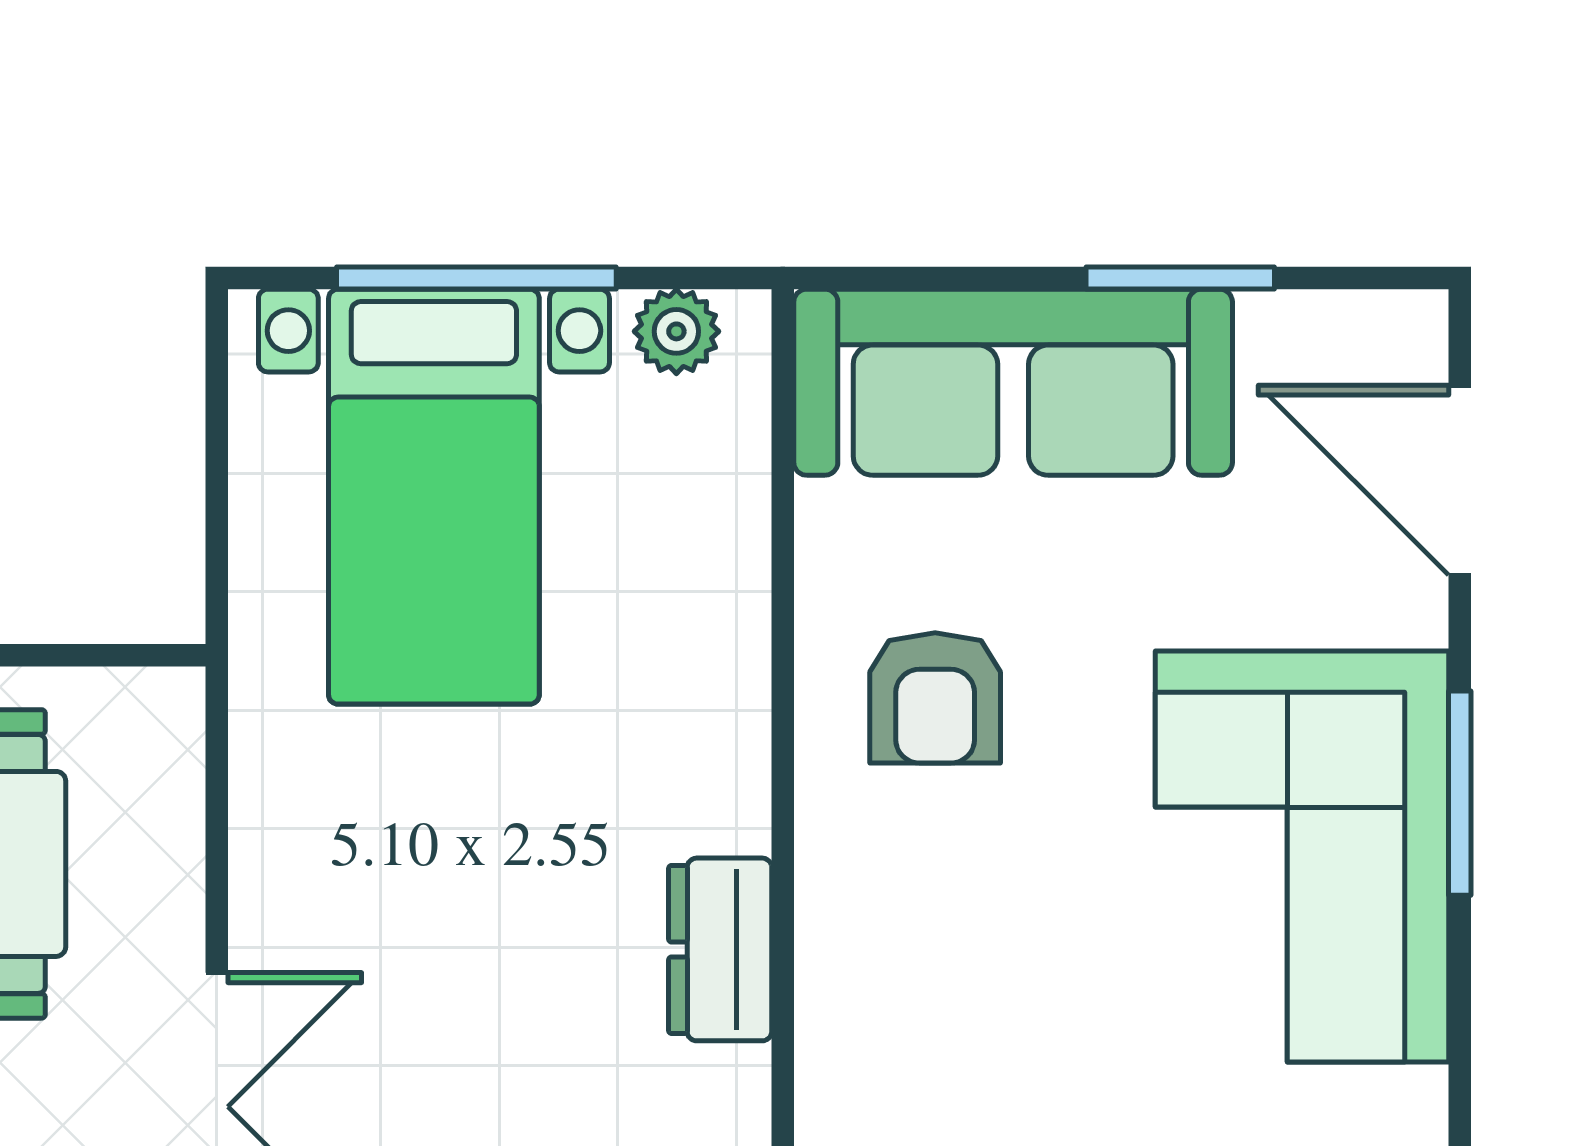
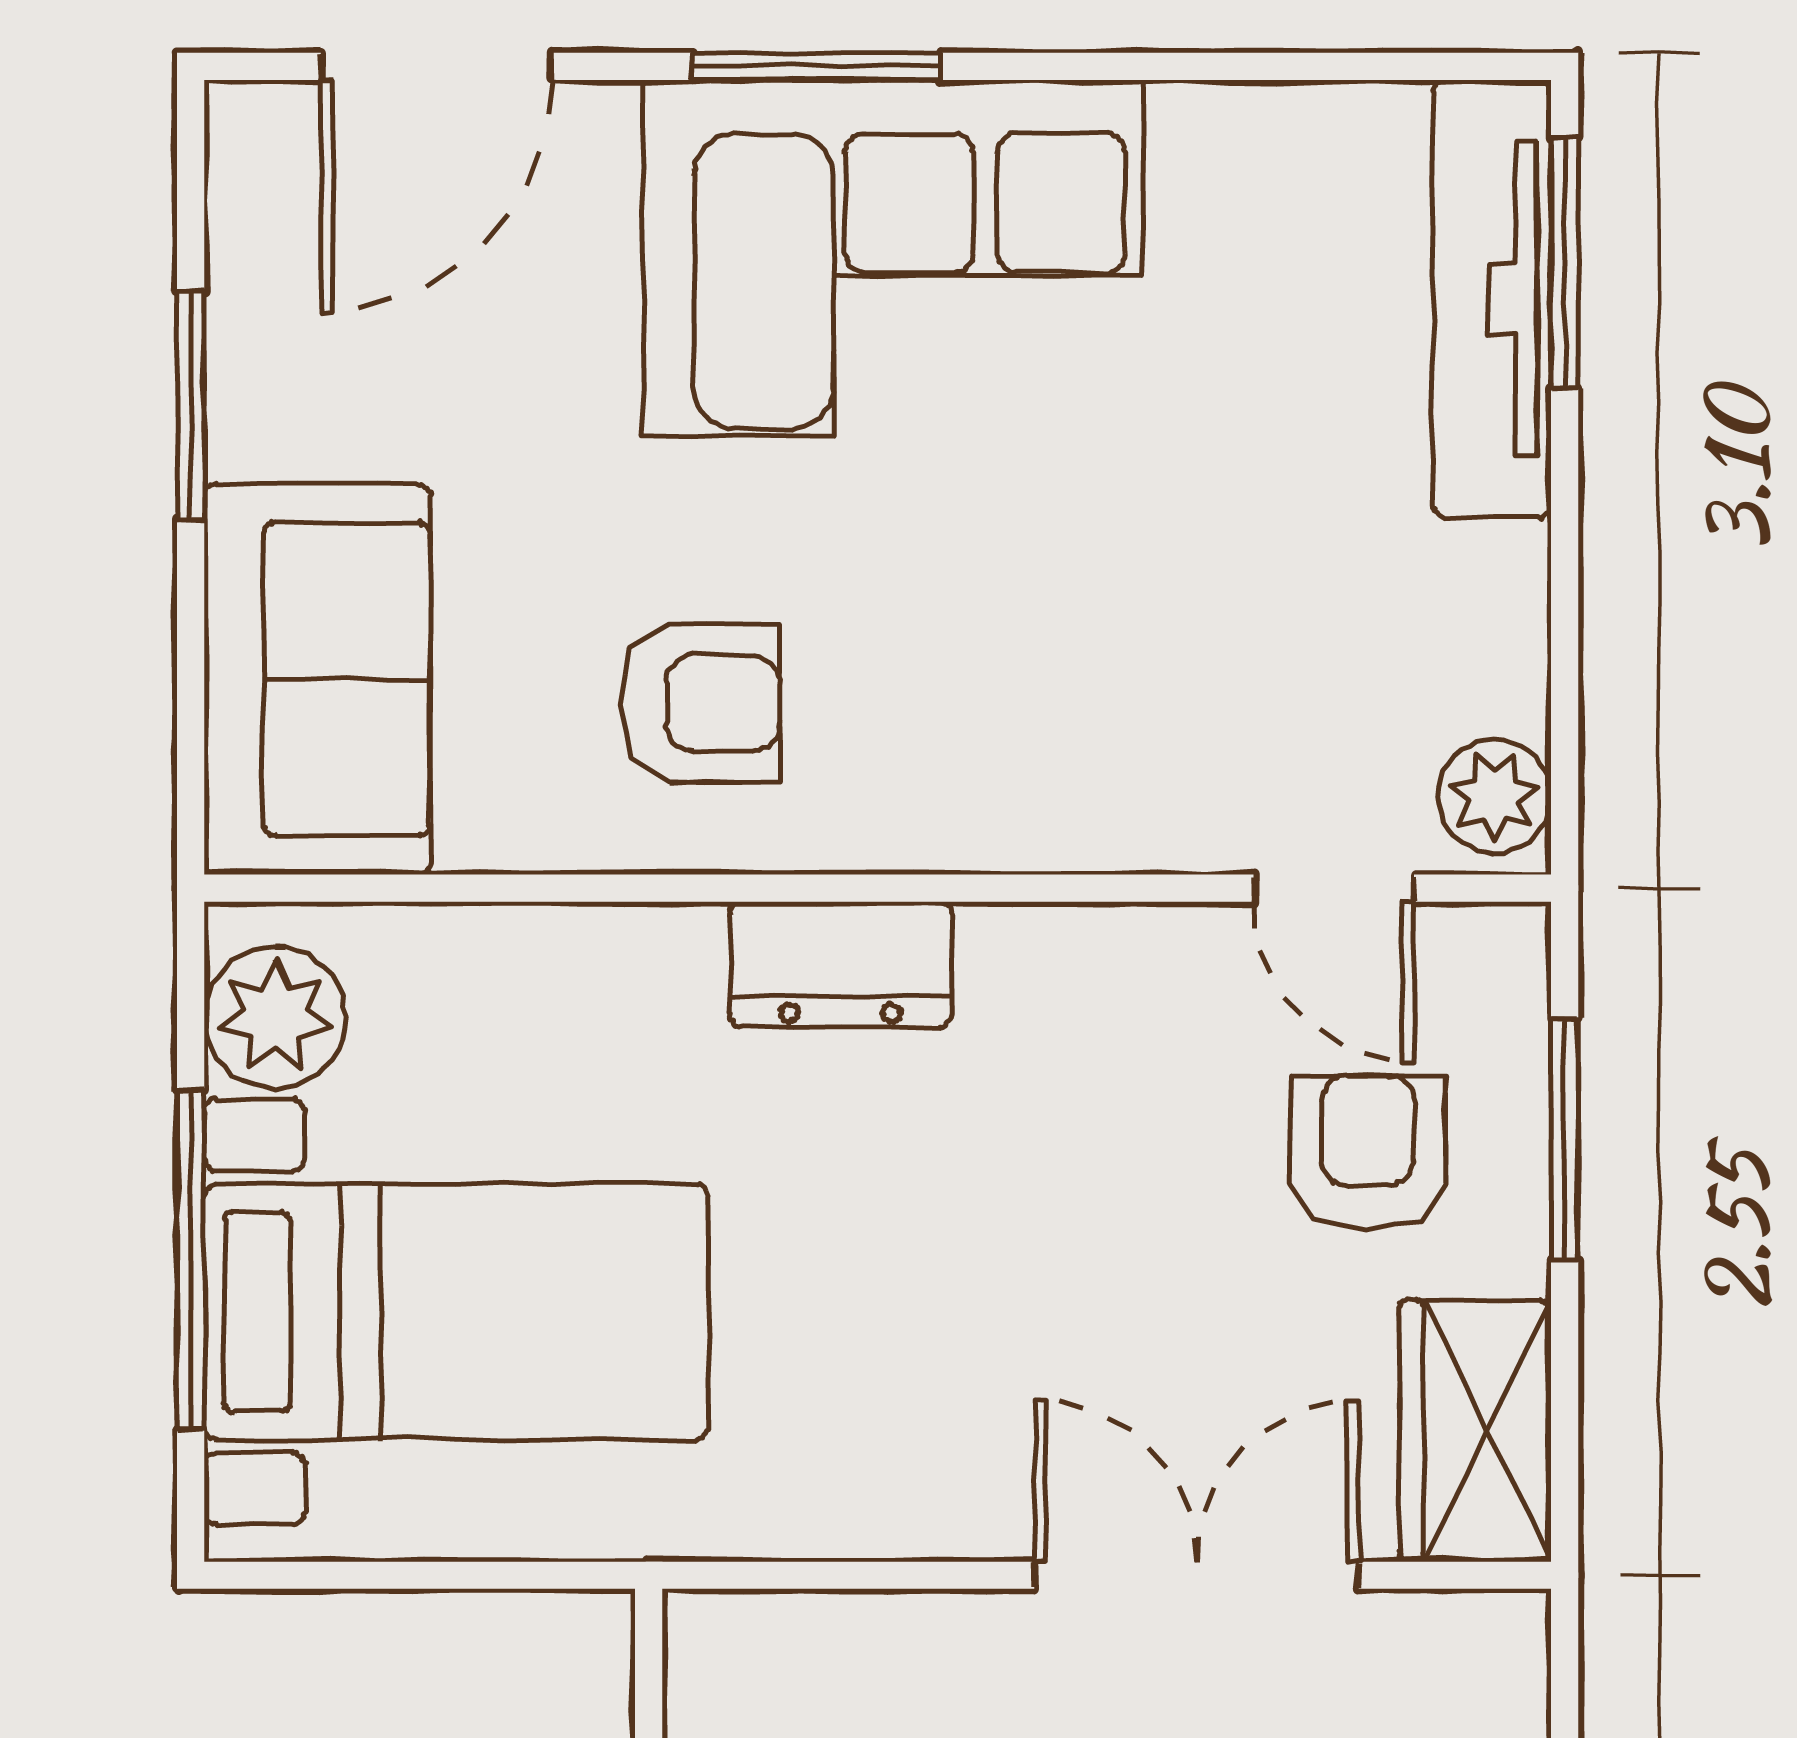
plant: (676, 331) -> (275, 1017), width x1.38, depth x1.38
sofa: (1013, 382) -> (317, 679), width x0.73
dresser: (720, 949) -> (841, 964), moved

